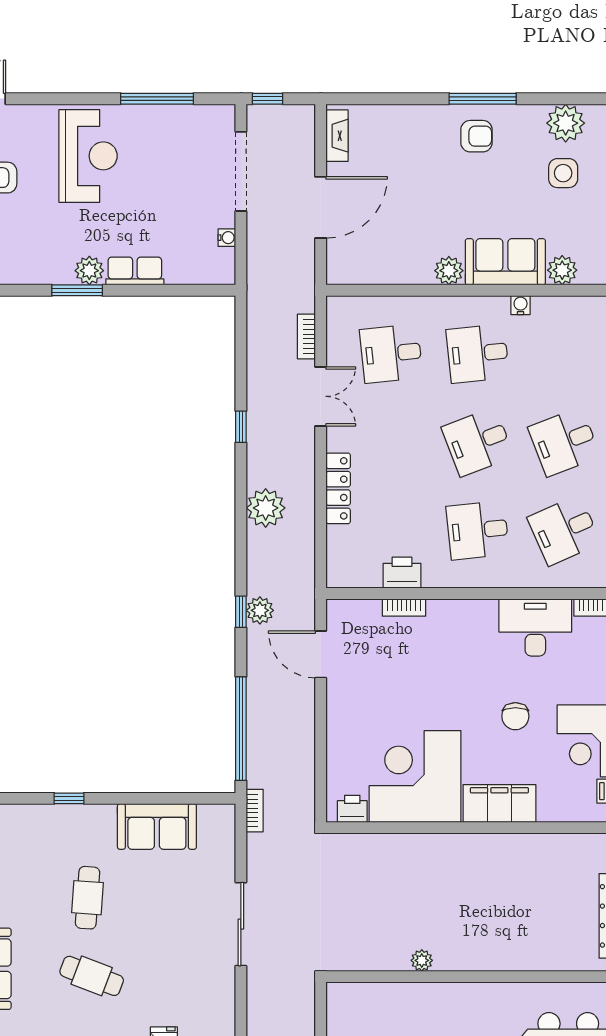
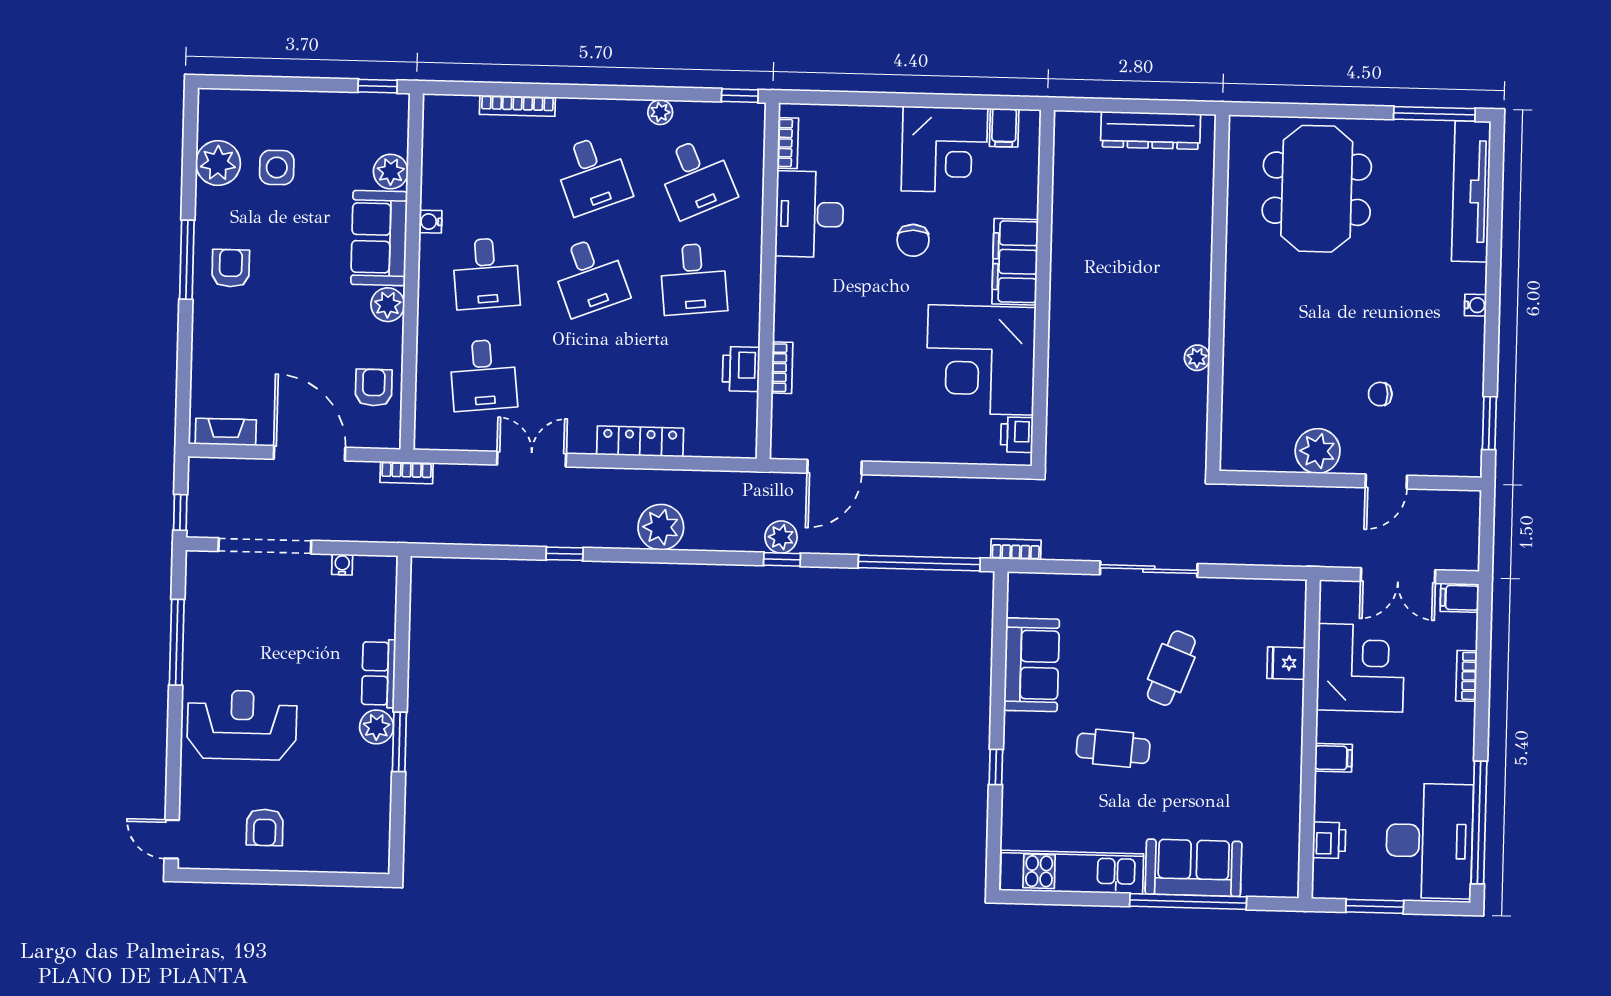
armchair: (378, 260) -> (374, 388), added
bookcase: (306, 336) -> (407, 473), moved
chair: (515, 716) -> (913, 240), turned 90
cafe table: (92, 976) -> (1171, 668), moved

